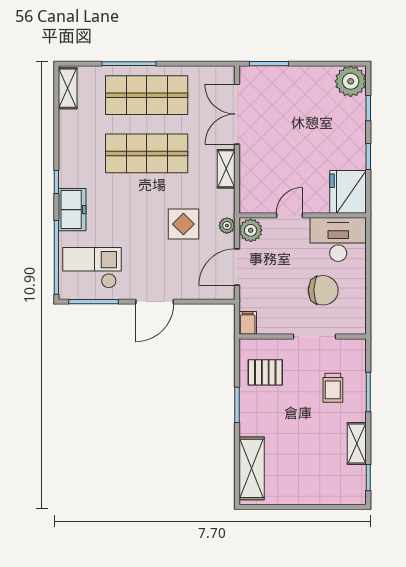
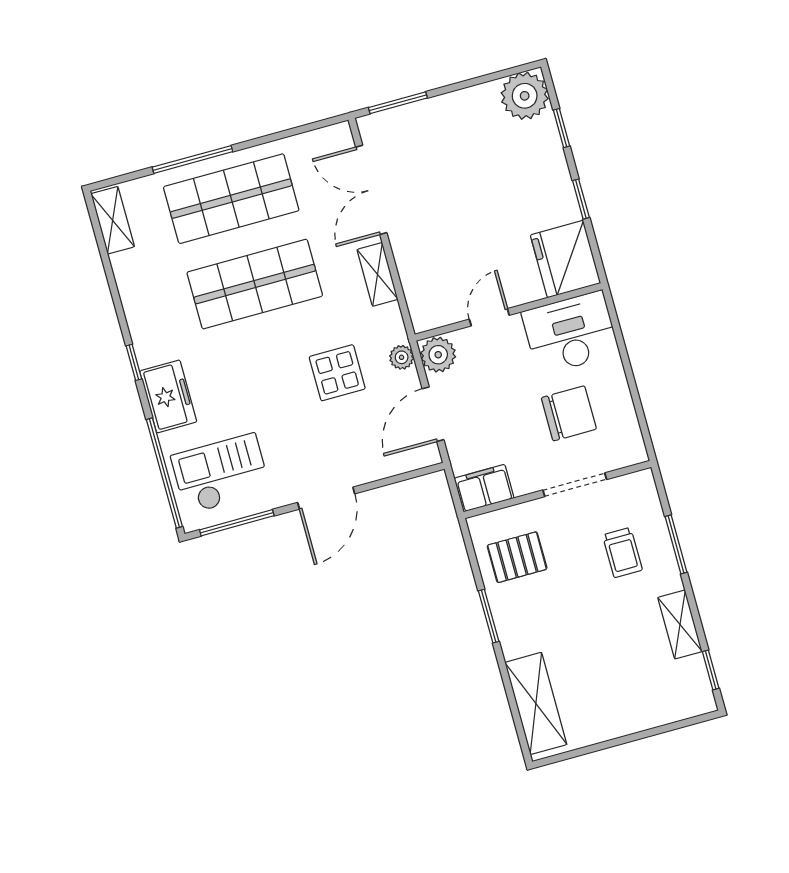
filing cabinet: (248, 323) -> (484, 488), width x2.00

